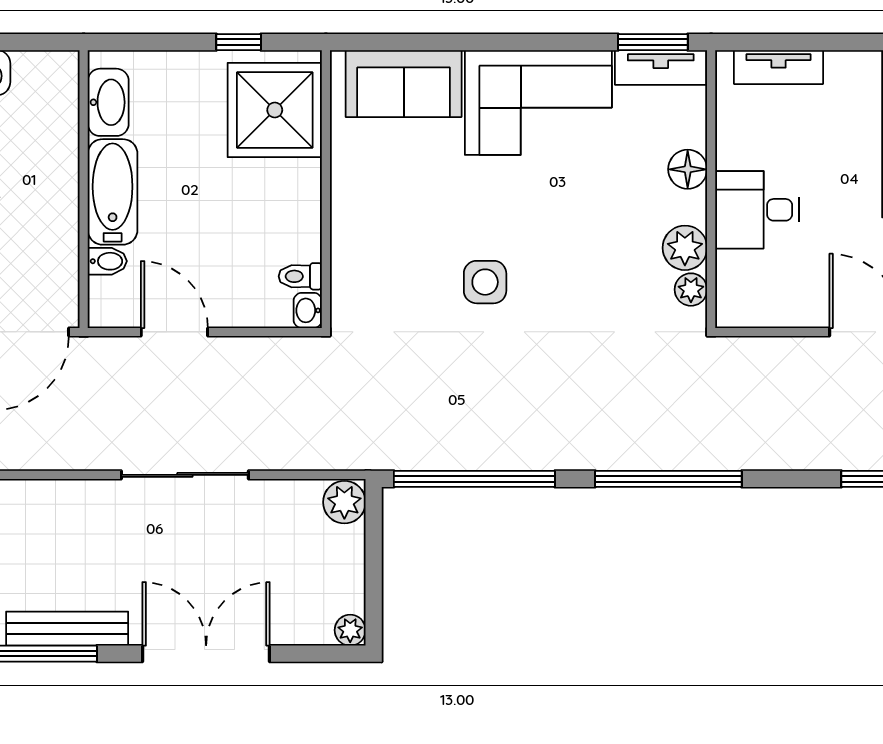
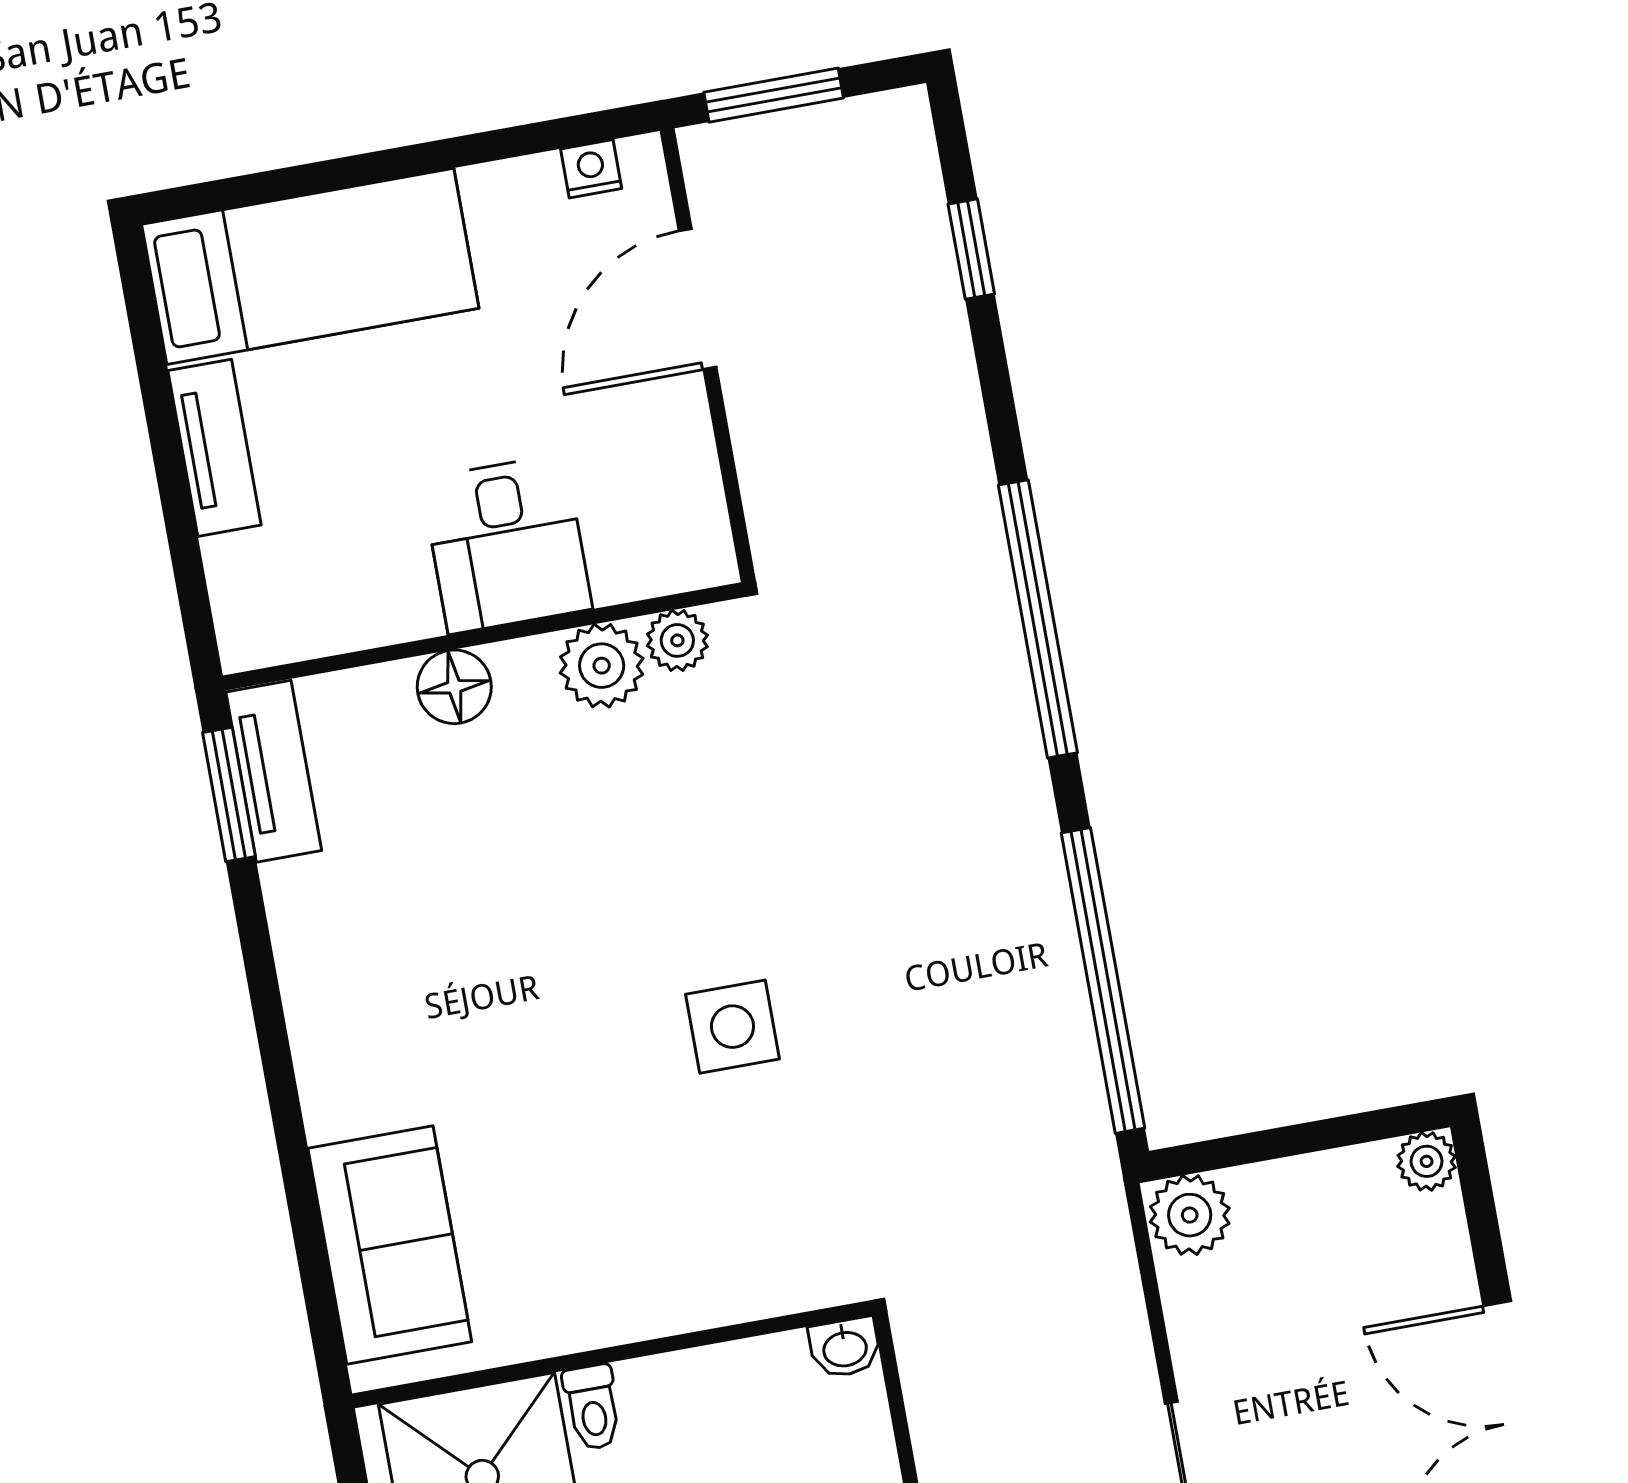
tv unit: (779, 67) -> (215, 448), moved
corner sofa: (538, 102) -> (380, 988), removed
toilet: (300, 276) -> (592, 1407), moved

